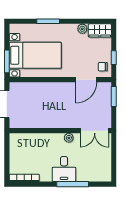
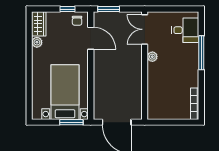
window: (48, 21) -> (29, 78), removed
double door: (95, 131) -> (145, 29), swing flipped
desk: (64, 169) -> (185, 30), moved

